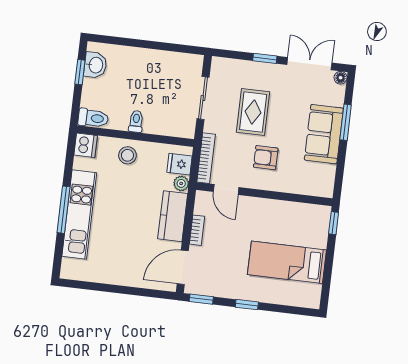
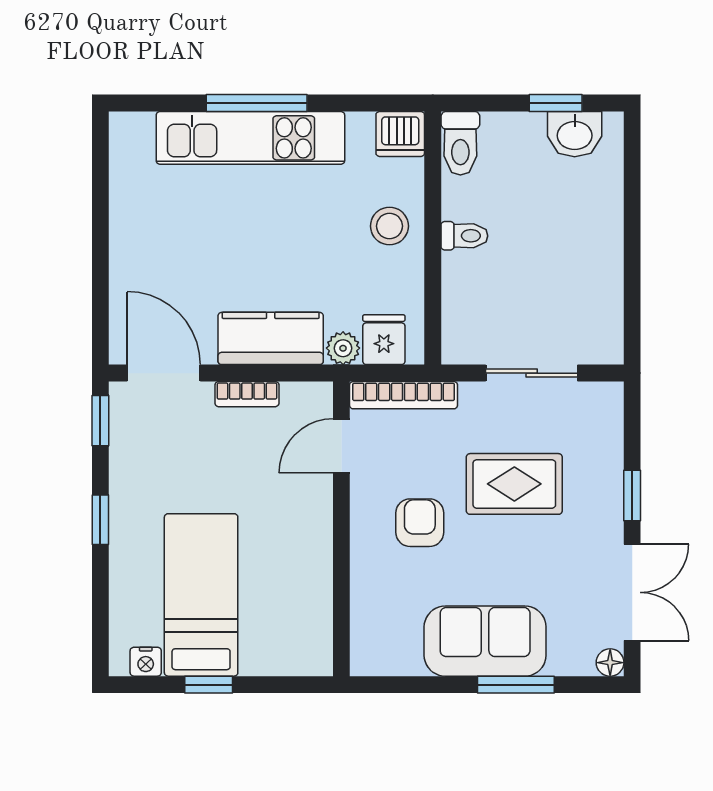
window: (334, 223) -> (209, 685), moved
nightstand: (315, 291) -> (146, 662), added

